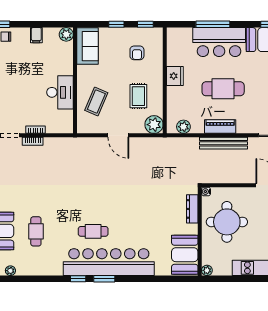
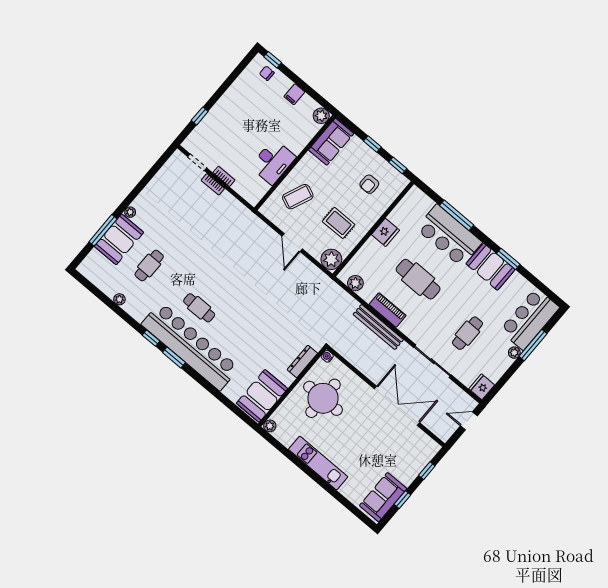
rug: (138, 96) -> (339, 223), turned 90
plant: (10, 271) -> (119, 299), moved

